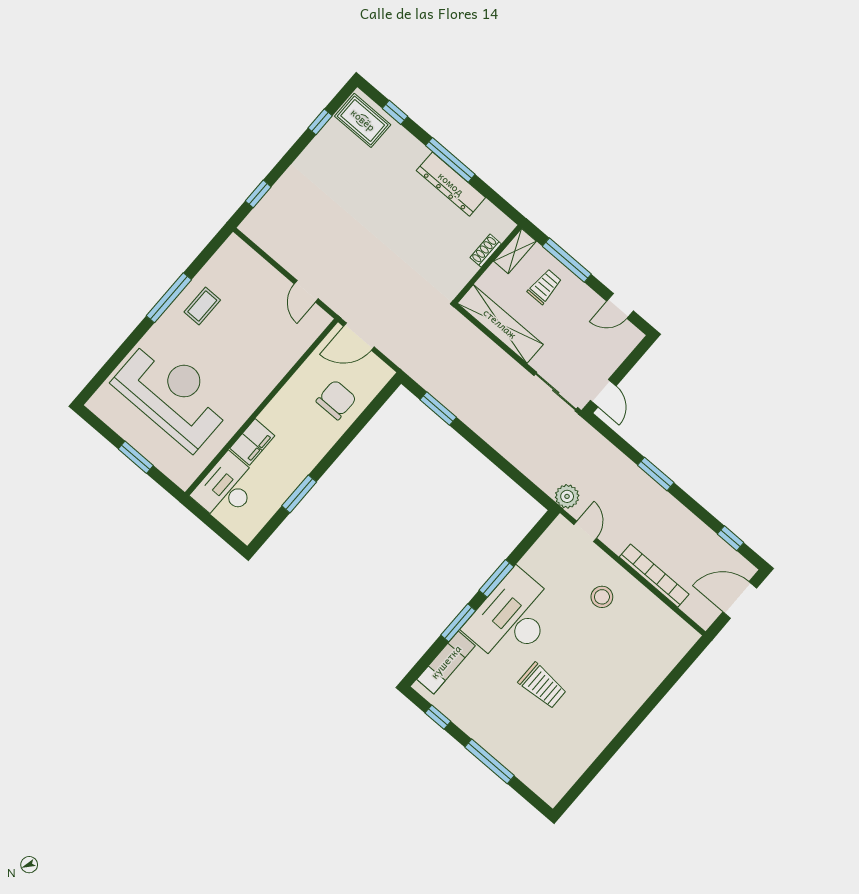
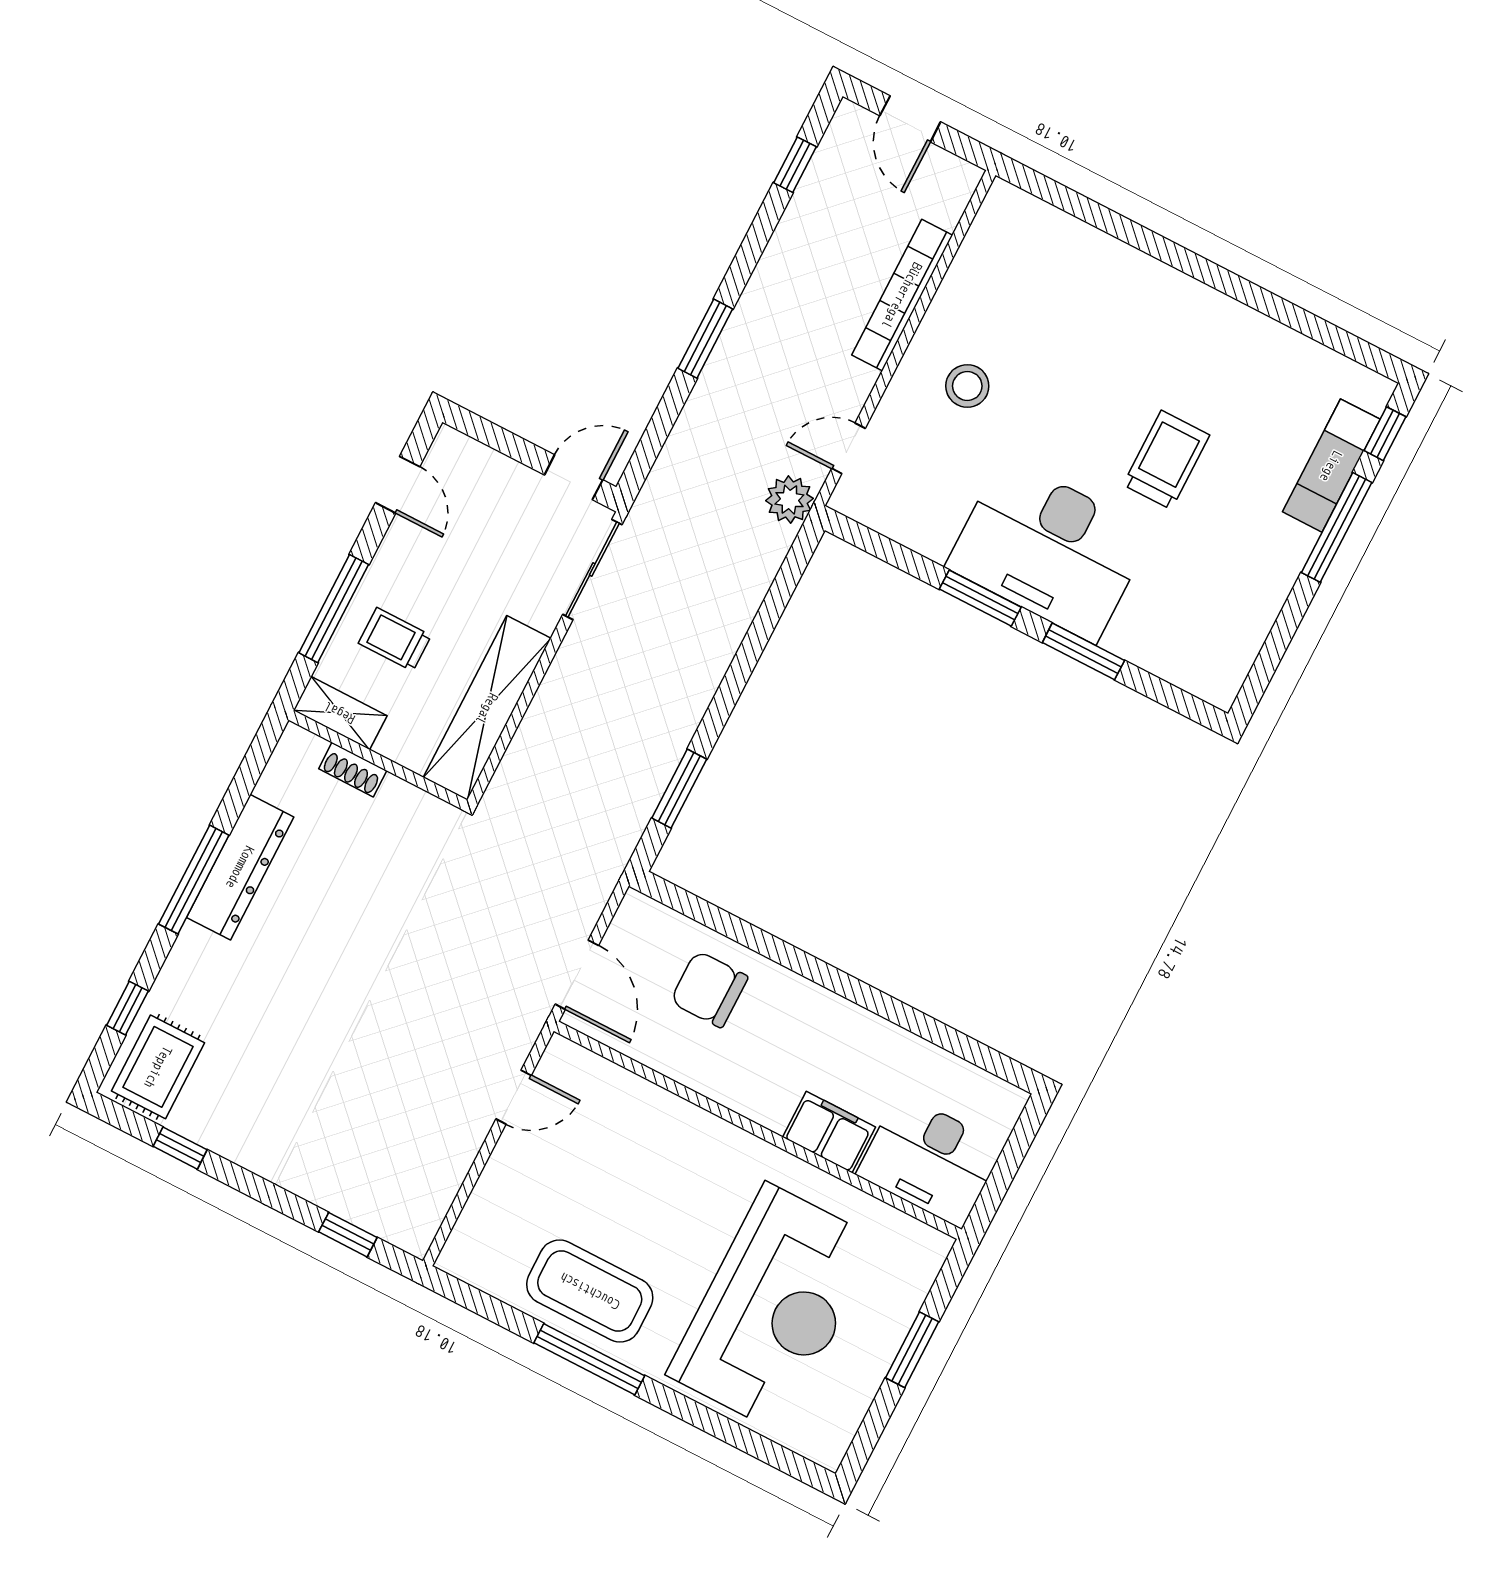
coffee table: (202, 306) -> (590, 1291), width x1.86, depth x1.72
reception desk: (173, 394) -> (773, 1308), turned 180
window: (299, 494) -> (908, 1018), removed
door: (740, 600) -> (910, 119), width x0.73
exam couch: (446, 662) -> (1331, 466), moved, turned -90
window: (438, 717) -> (1385, 434), moved

